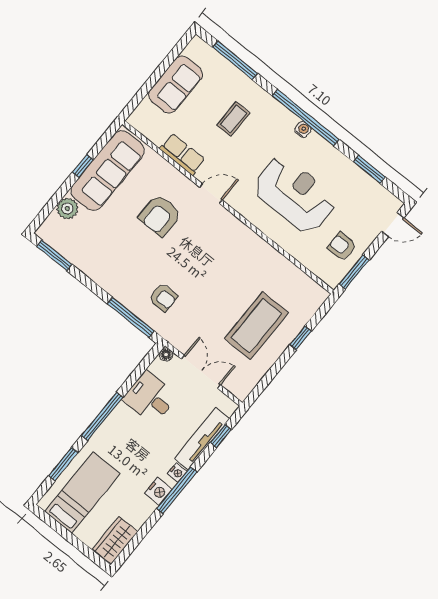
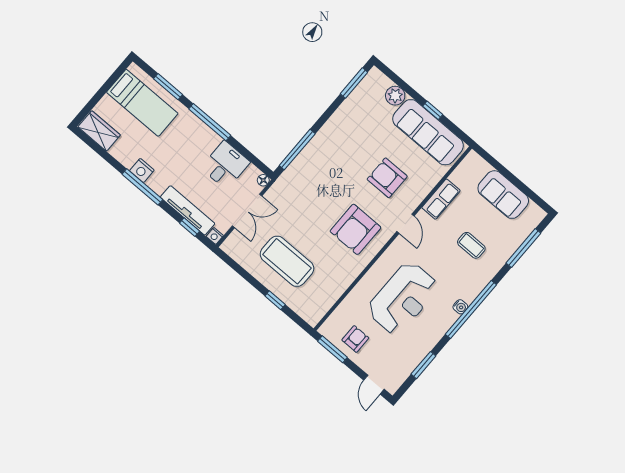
armchair: (163, 297) -> (355, 229), moved, width x1.88, depth x1.88
nightstand: (177, 473) -> (215, 236), moved

